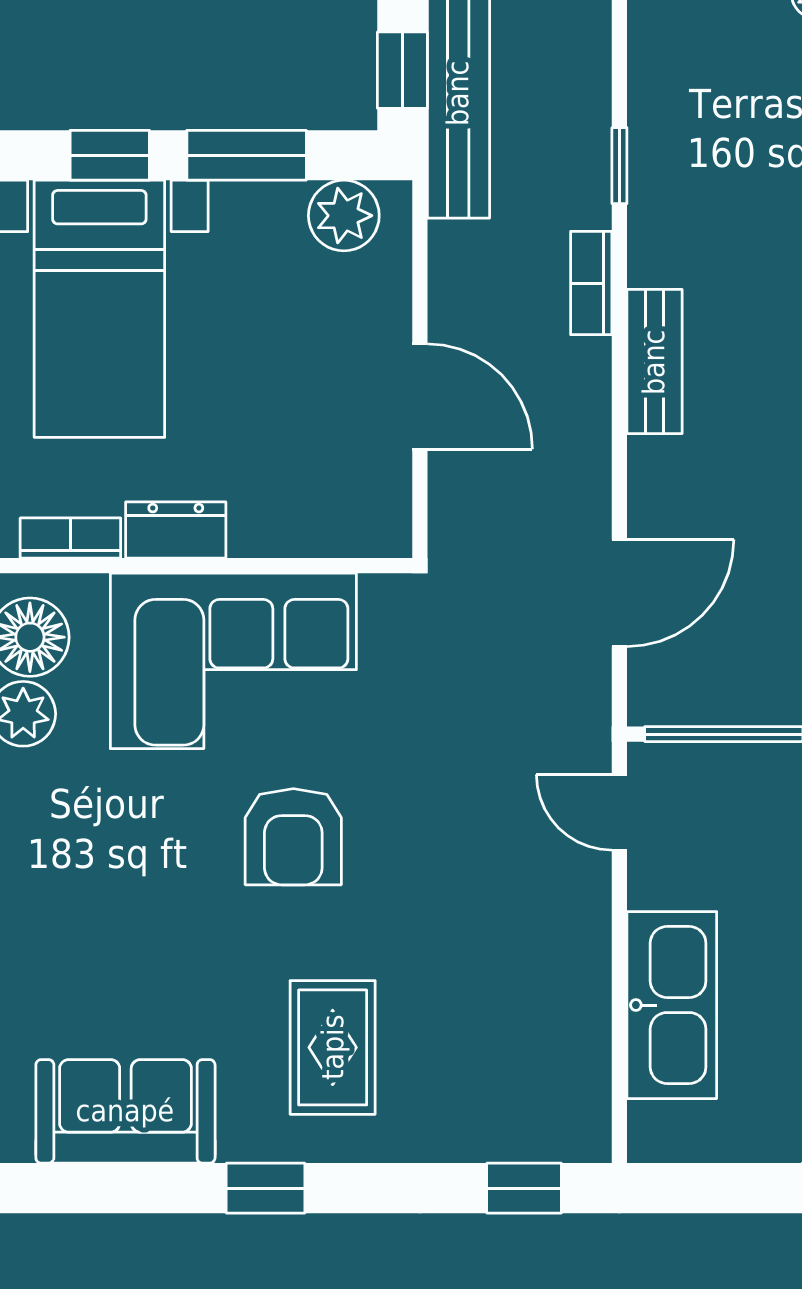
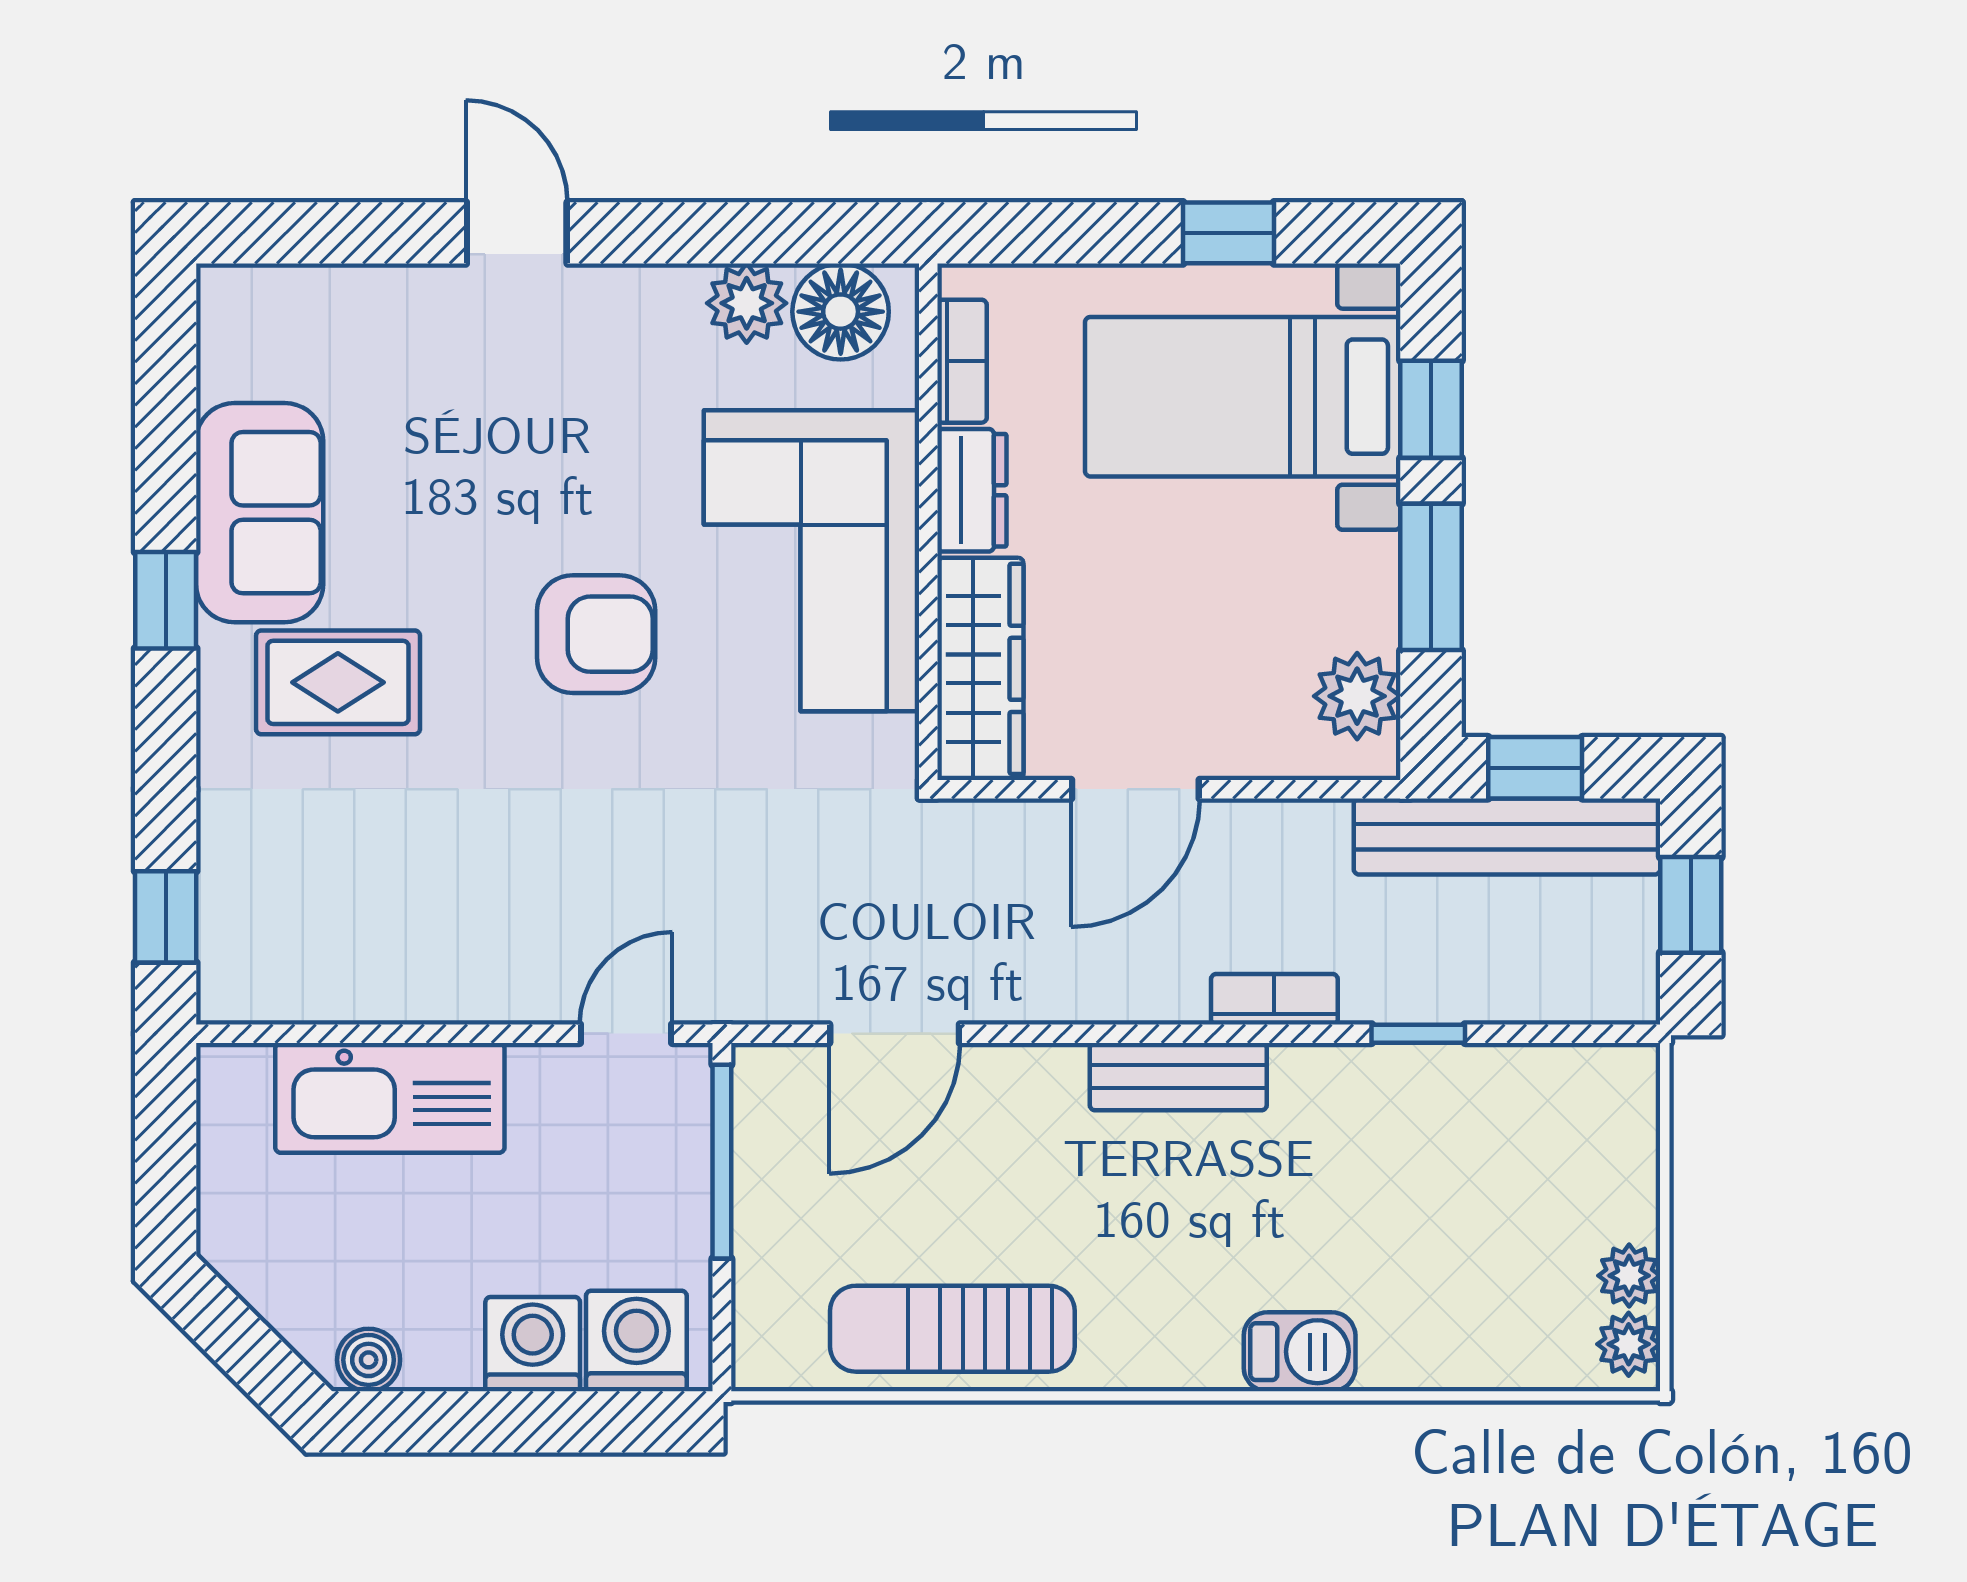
wardrobe: (322, 523) -> (980, 669), added
door: (619, 593) -> (895, 1034), hinge flipped
armchair: (293, 837) -> (596, 634), turned 180
sofa: (125, 1111) -> (260, 513), moved

